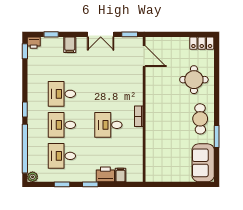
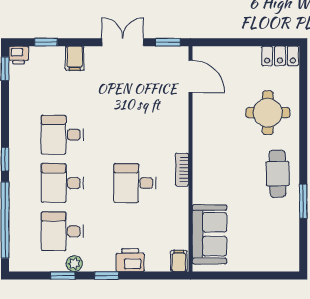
double door: (101, 34) -> (123, 42), swing flipped
sofa: (203, 163) -> (209, 234), moved, turned 180
filing cabinet: (121, 175) -> (179, 261), moved
plant: (33, 177) -> (74, 264), moved

